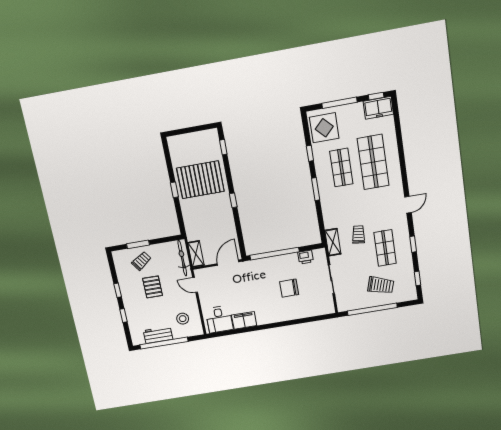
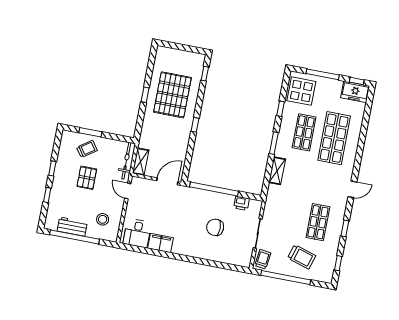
pallet: (200, 180) -> (172, 95), turned 90
trolley: (358, 234) -> (263, 259), moved
shelving: (333, 242) -> (277, 171), moved

